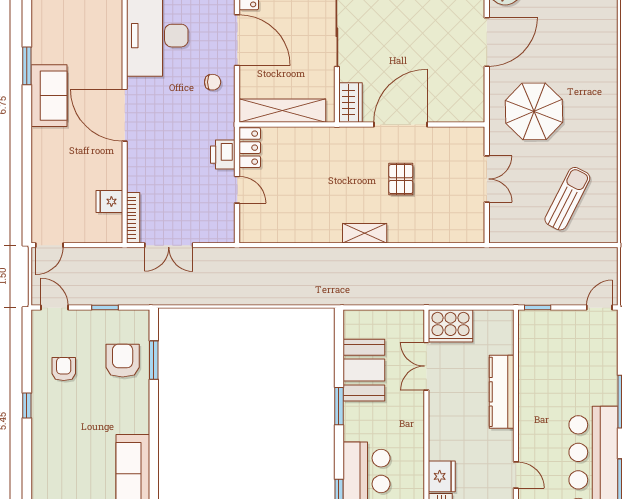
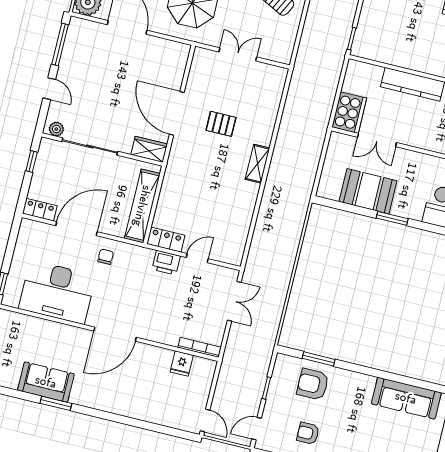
sofa: (49, 96) -> (46, 382), moved
double door: (169, 245) -> (234, 301), moved

